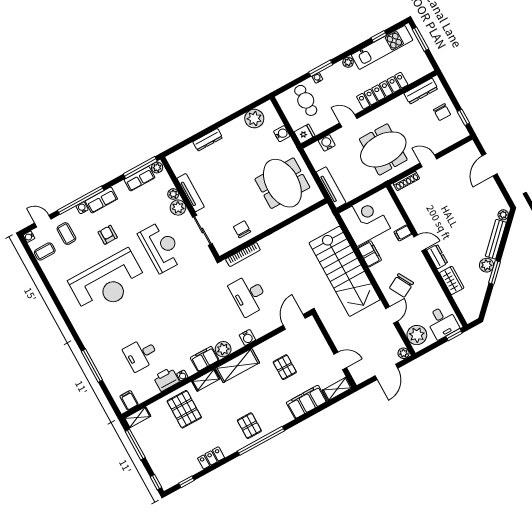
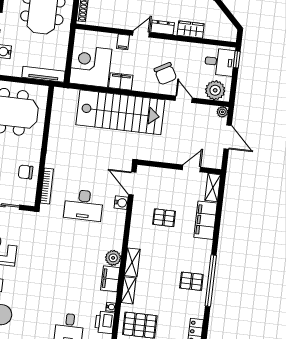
water cooler: (247, 338) -> (121, 203), moved
shelving: (237, 366) -> (132, 262), width x0.67, depth x0.75

